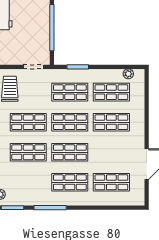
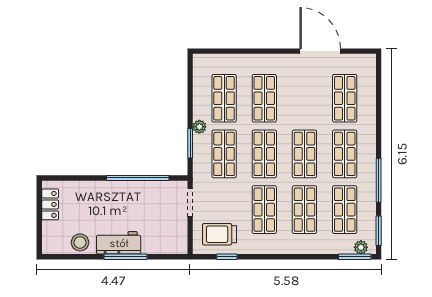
plant: (128, 74) -> (199, 127), moved
shop shelf: (28, 182) -> (345, 210), added

